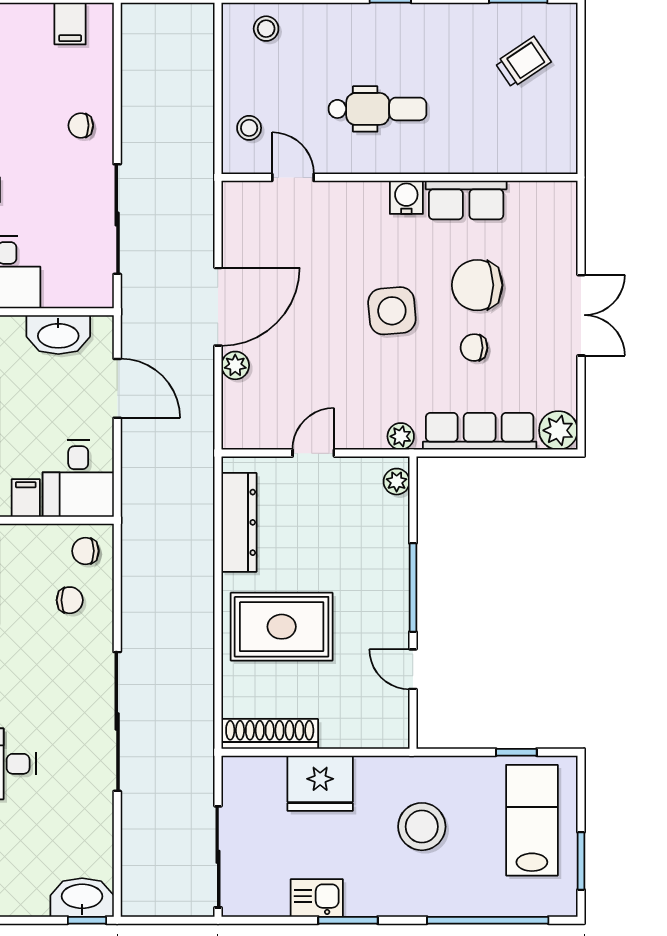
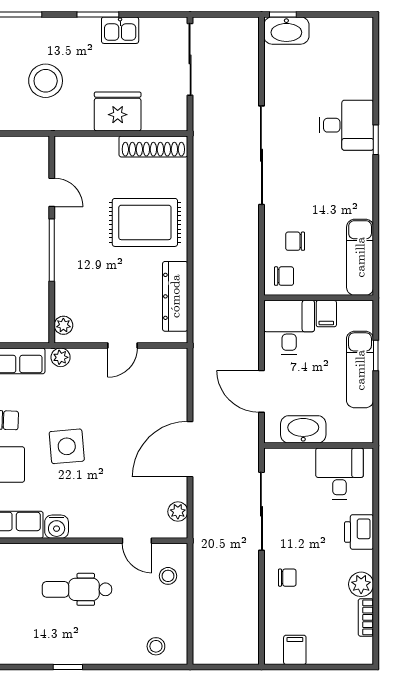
plant: (235, 365) -> (178, 512), moved

